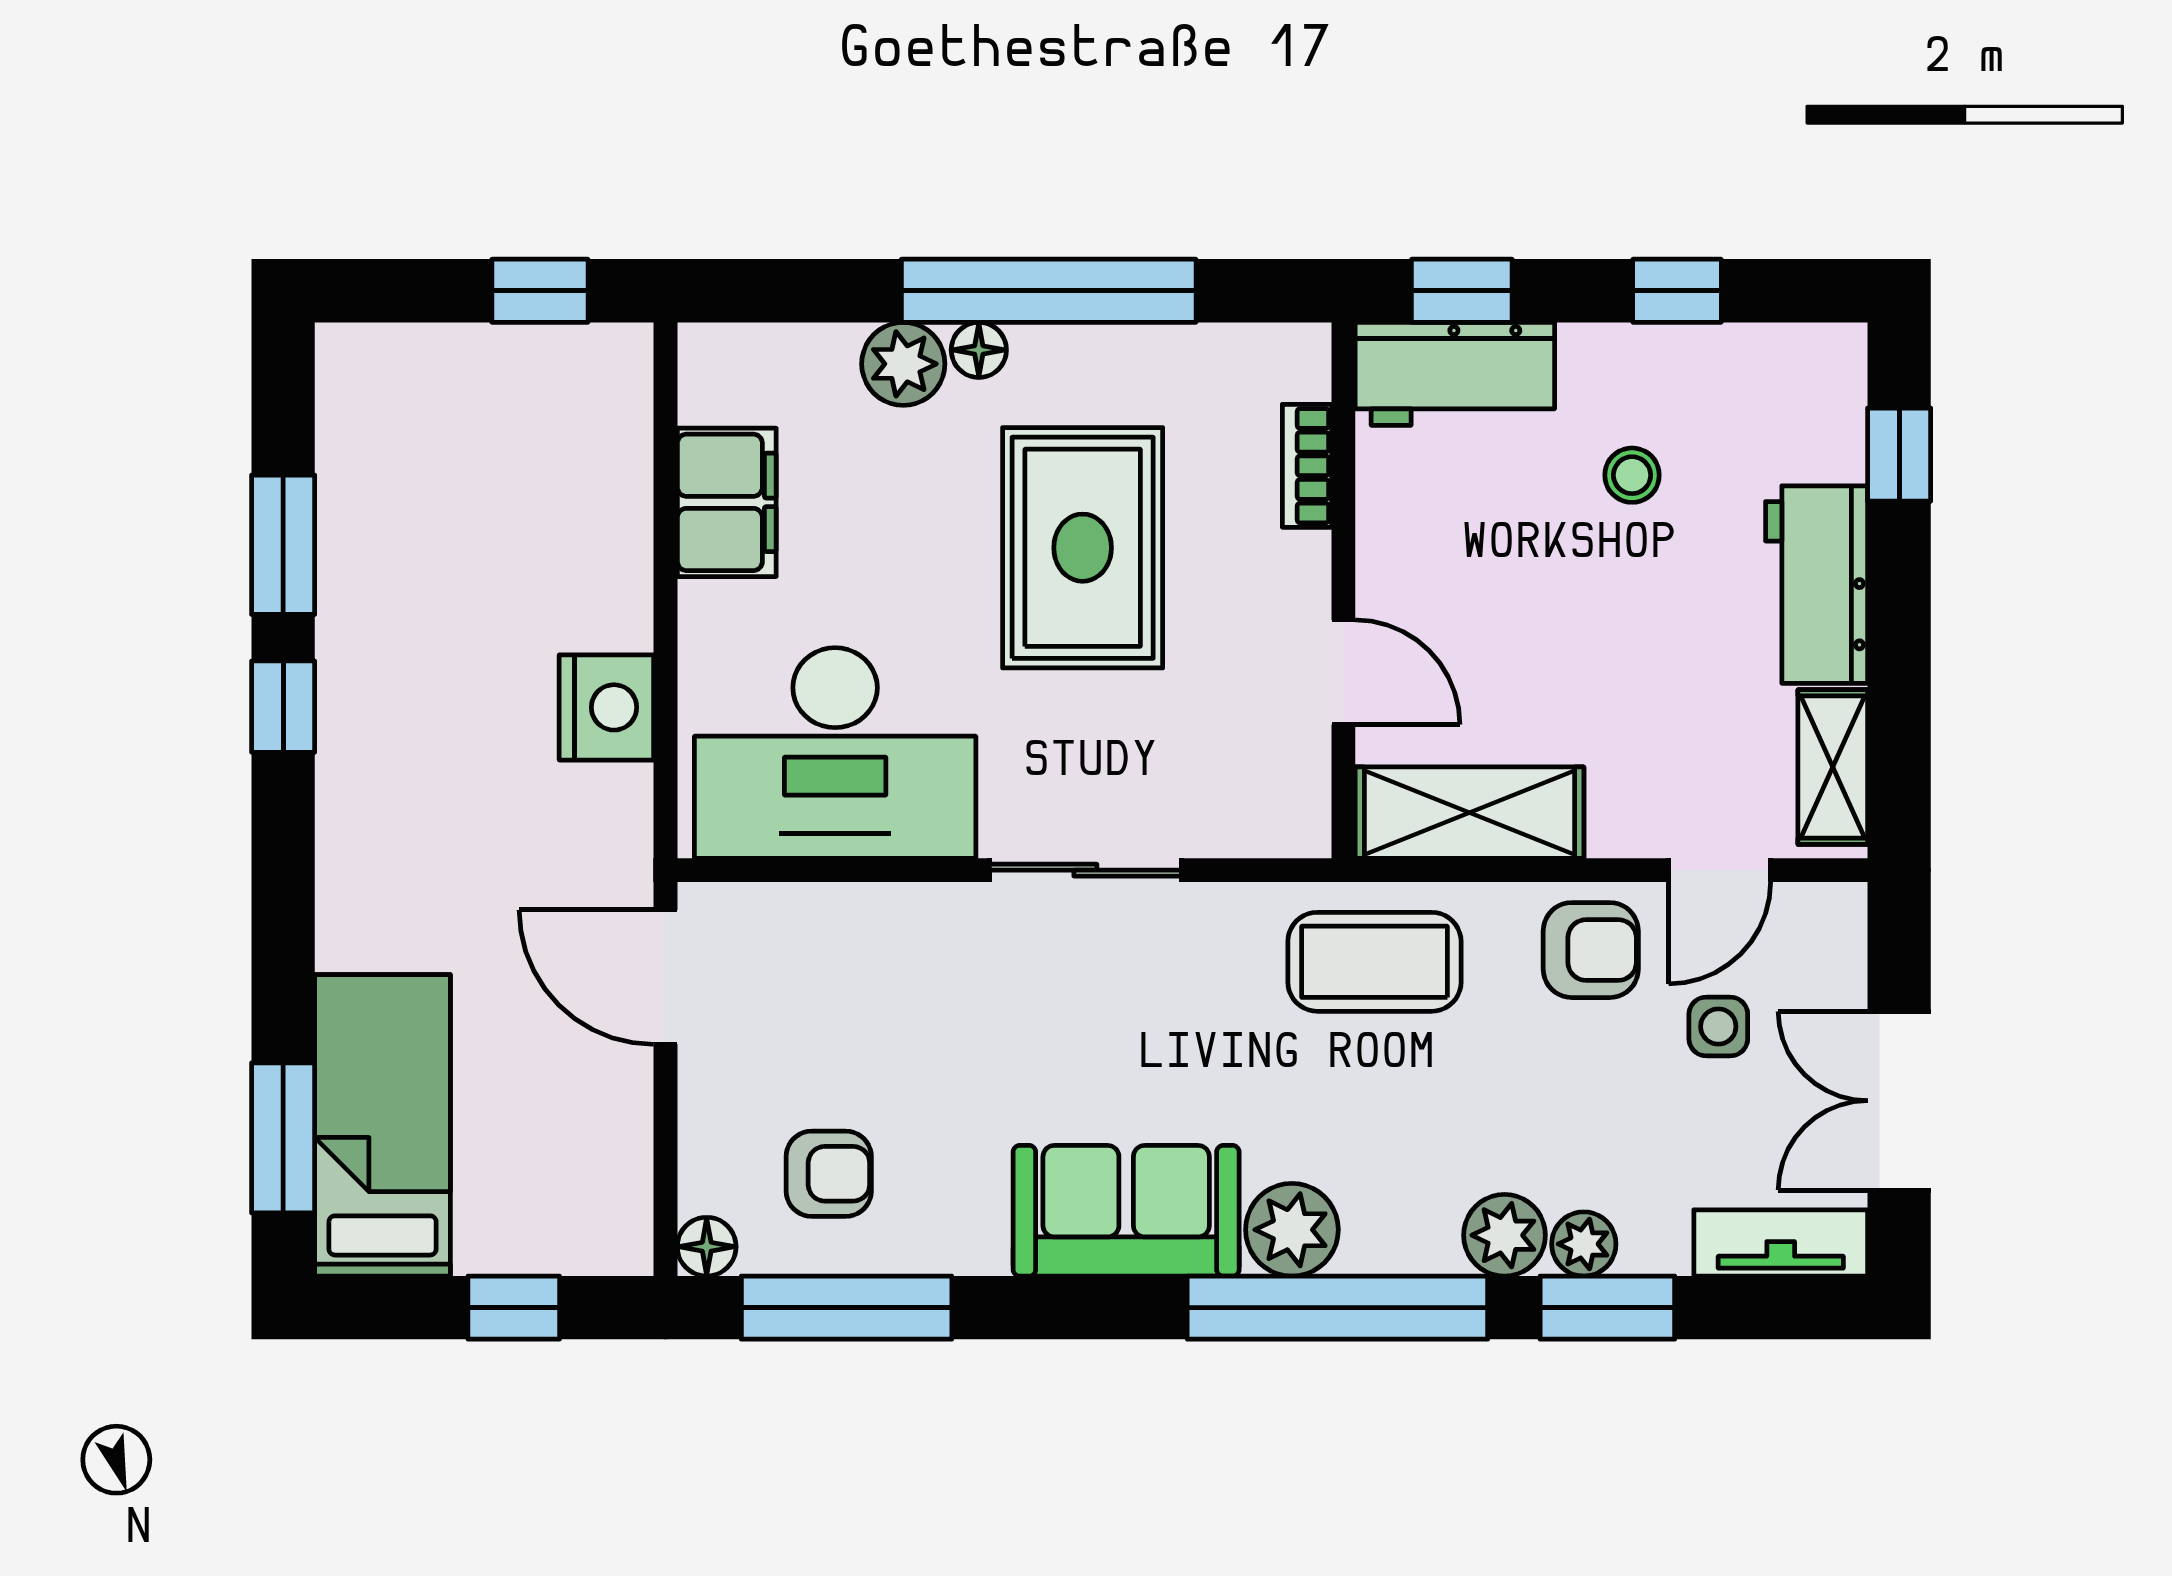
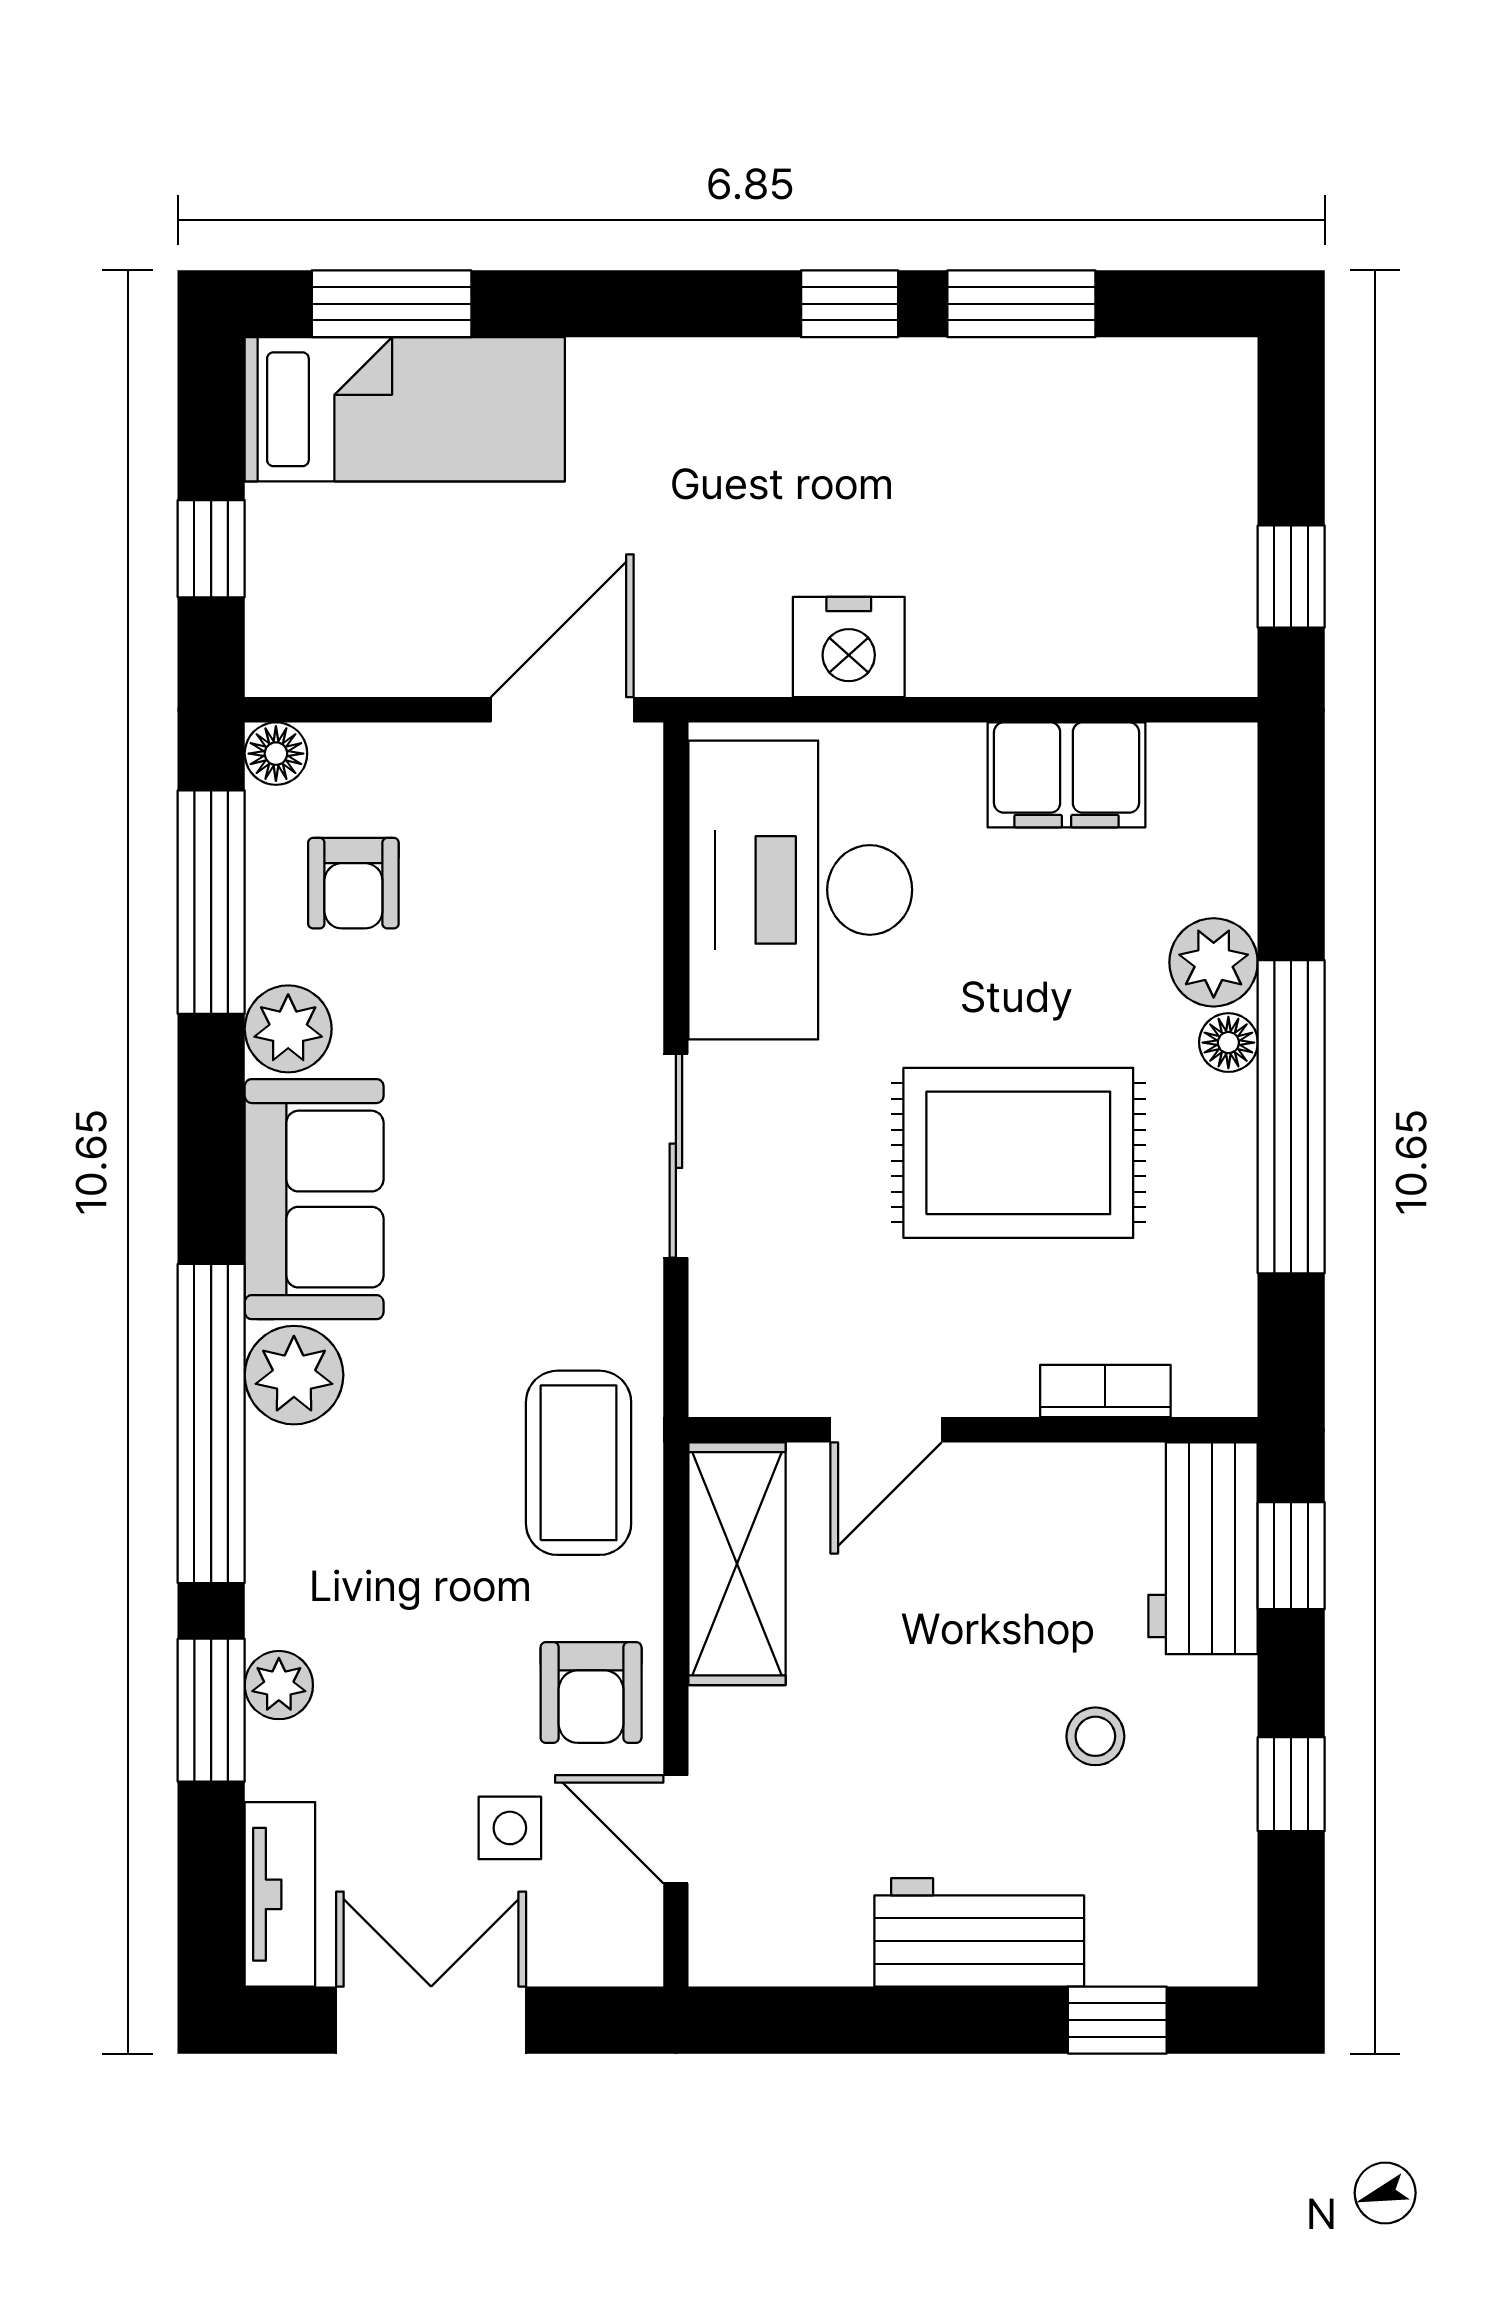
shelving: (1833, 767) -> (785, 1950), removed
plant: (1504, 1235) -> (288, 1029), moved

